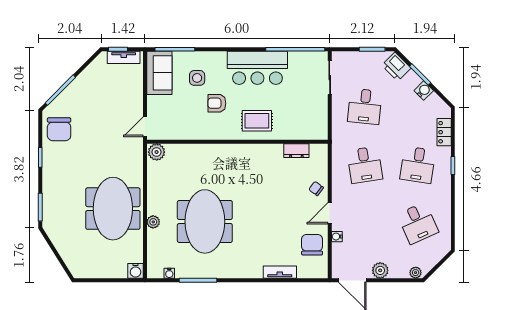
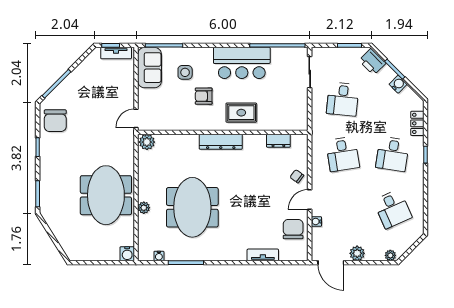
dresser: (235, 152) -> (221, 142), added

